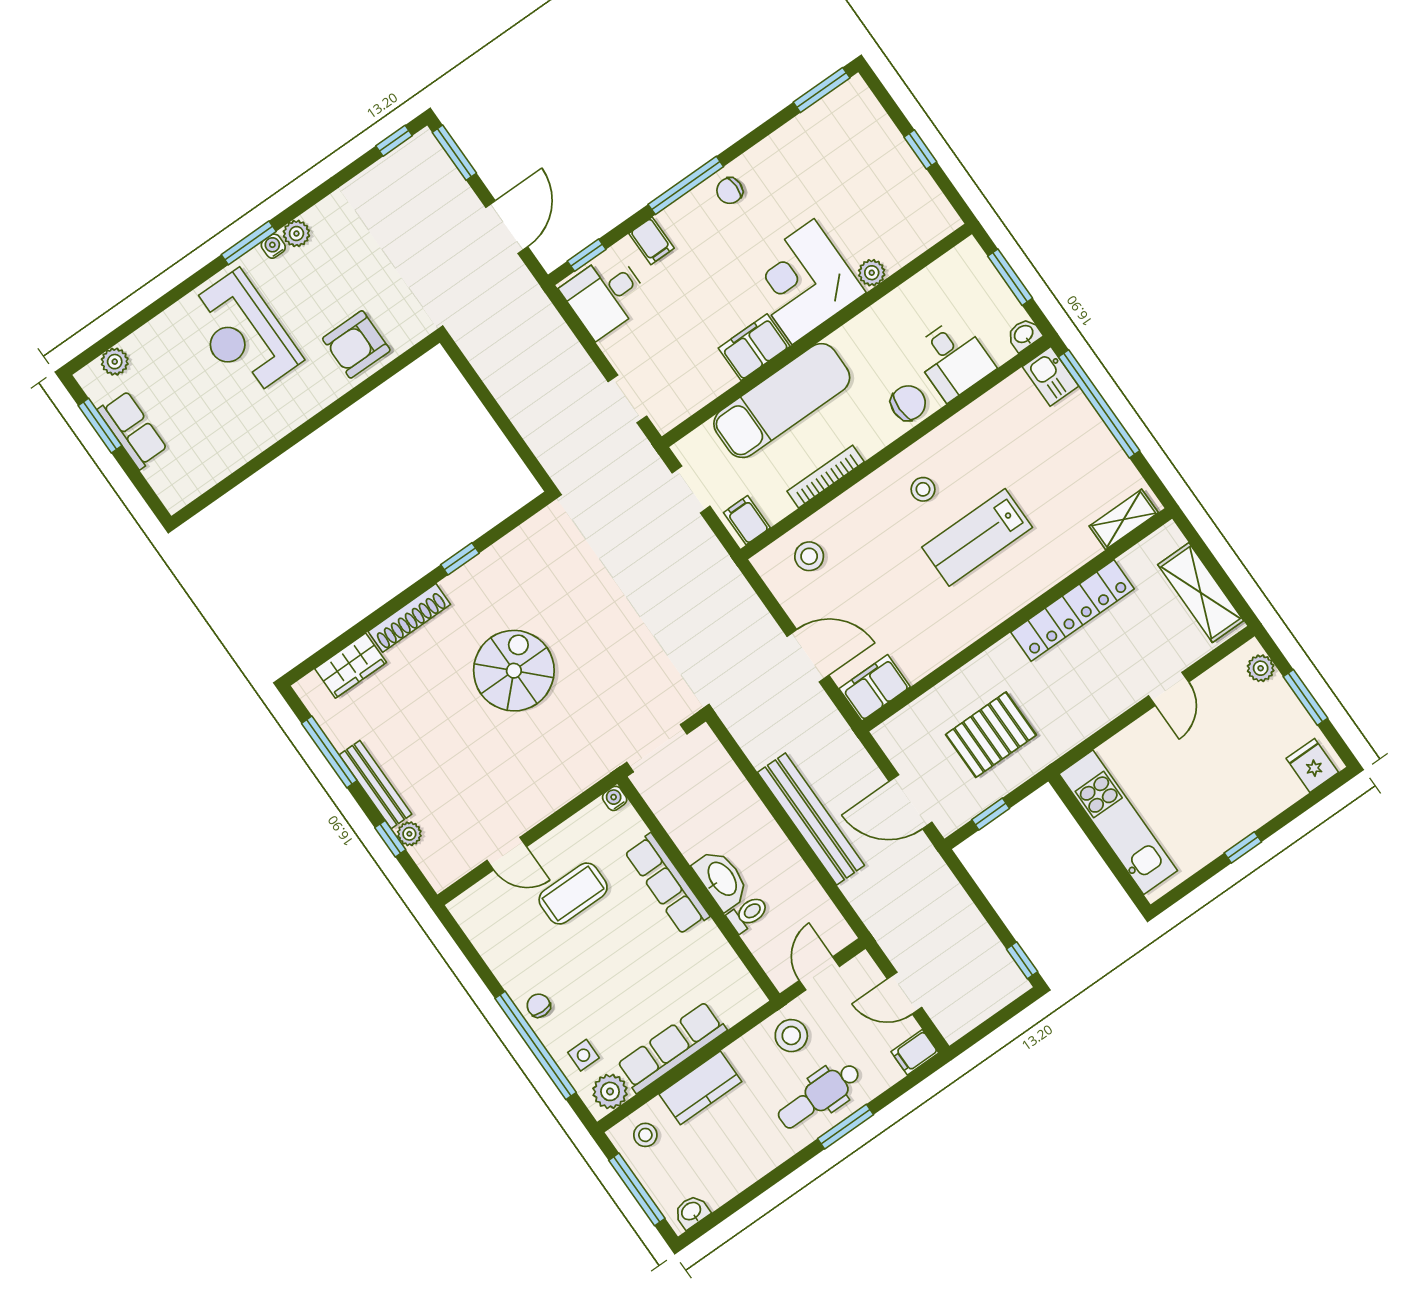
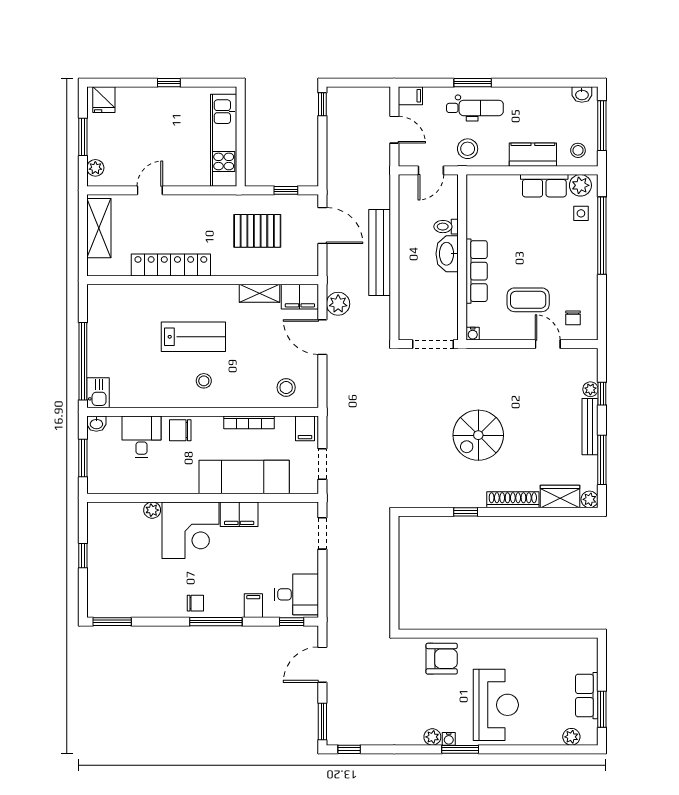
shelving: (1124, 519) -> (260, 293), moved
plant: (309, 689) -> (590, 499), added
plant: (818, 714) -> (338, 304), added
chair: (539, 1006) -> (573, 318), moved
row of seats: (672, 1047) -> (544, 186), width x0.68

